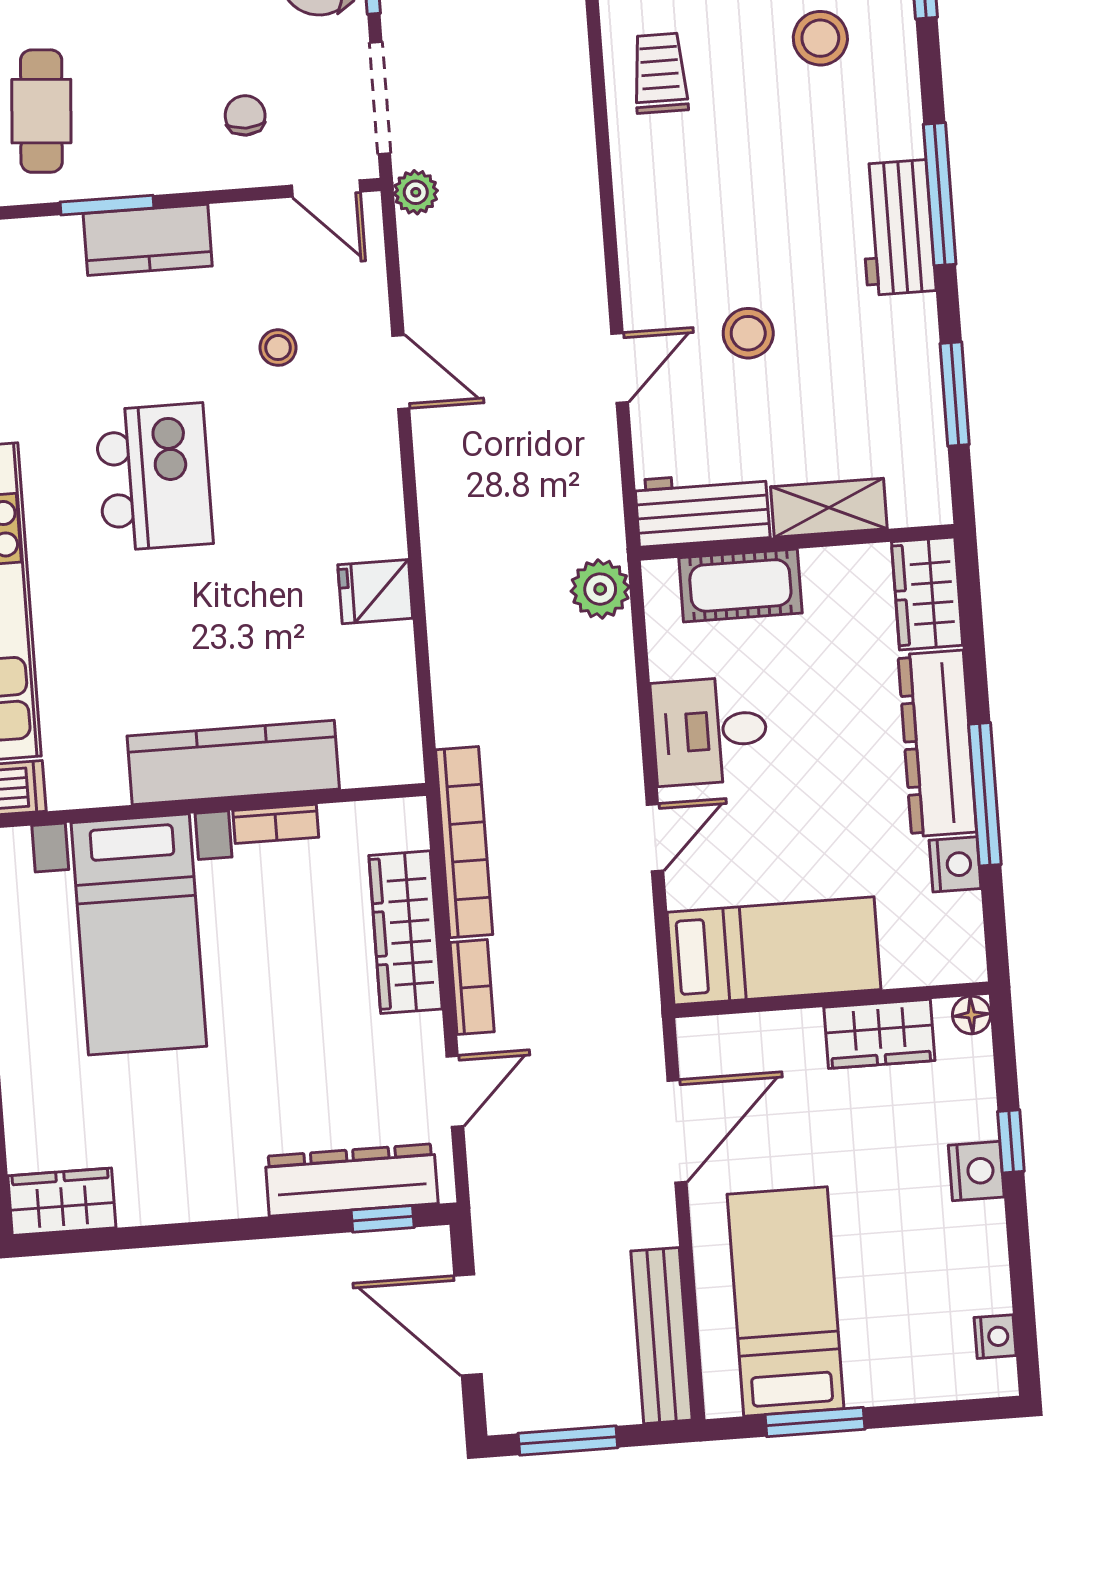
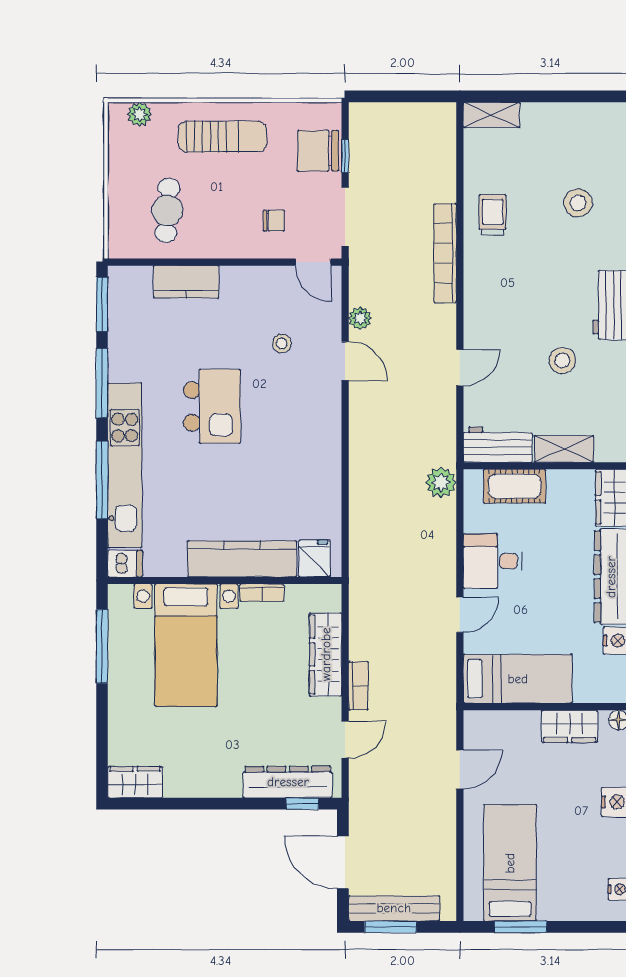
chair: (245, 115) -> (274, 221), turned 90
plant: (416, 192) -> (360, 318), moved
window: (107, 205) -> (198, 262), removed
kitchen counter: (148, 240) -> (186, 282), moved
stool: (748, 333) -> (562, 360), moved
fridge: (375, 592) -> (314, 558), moved, turned 90
bookcase: (464, 842) -> (445, 253), moved, turned 180
door: (677, 1131) -> (460, 769), width x0.73
bench: (661, 1336) -> (394, 908), moved, turned 90

